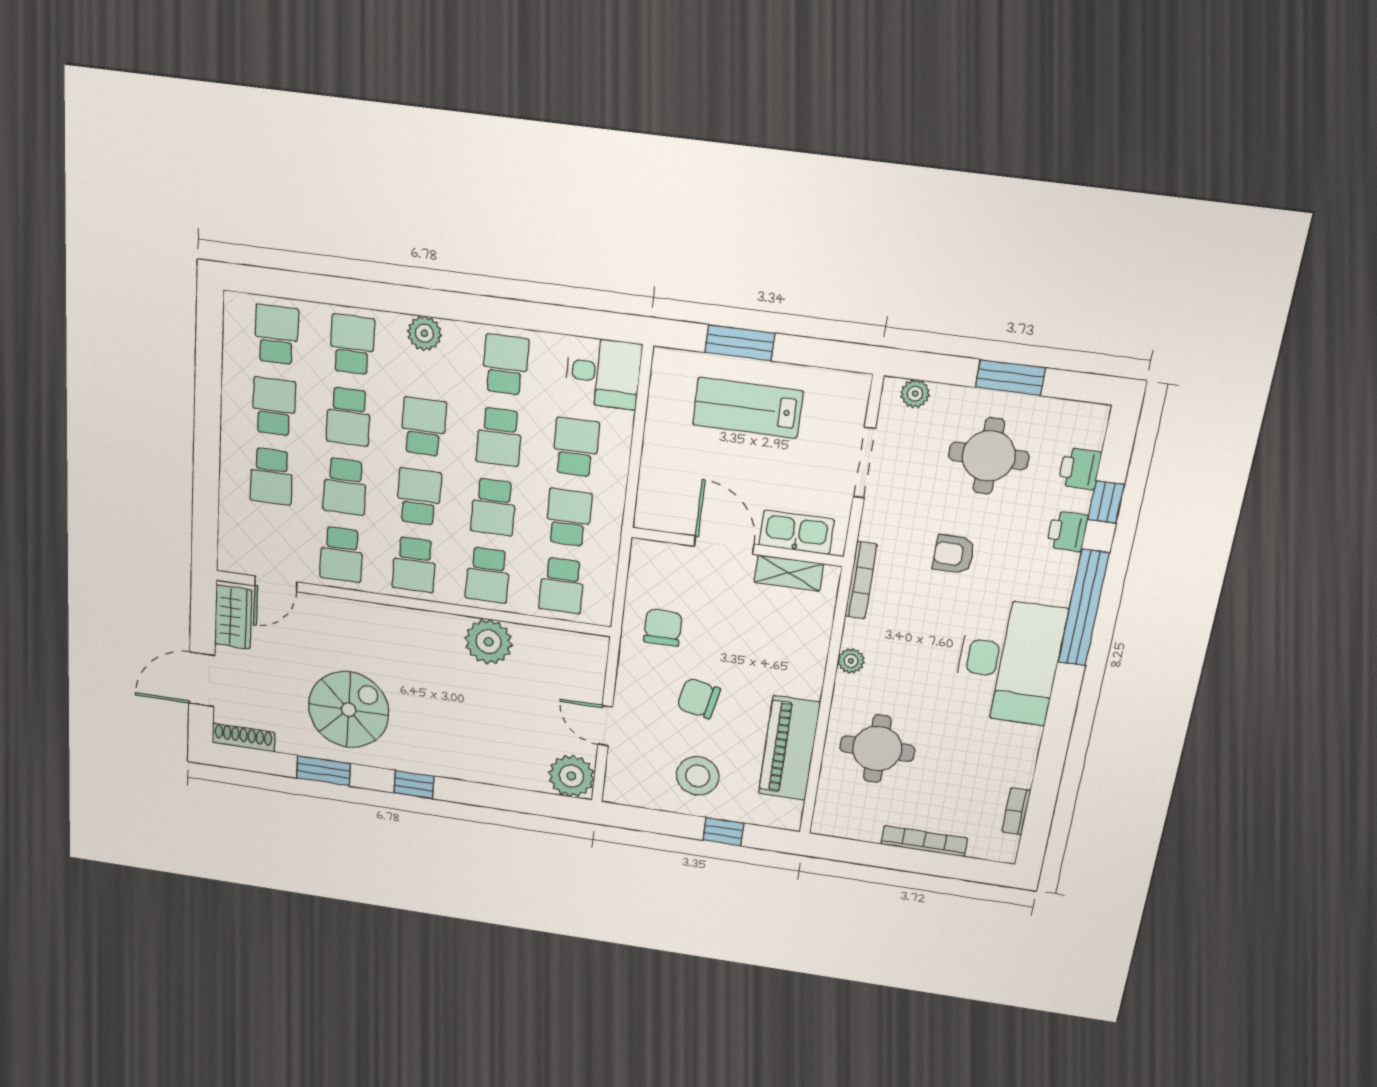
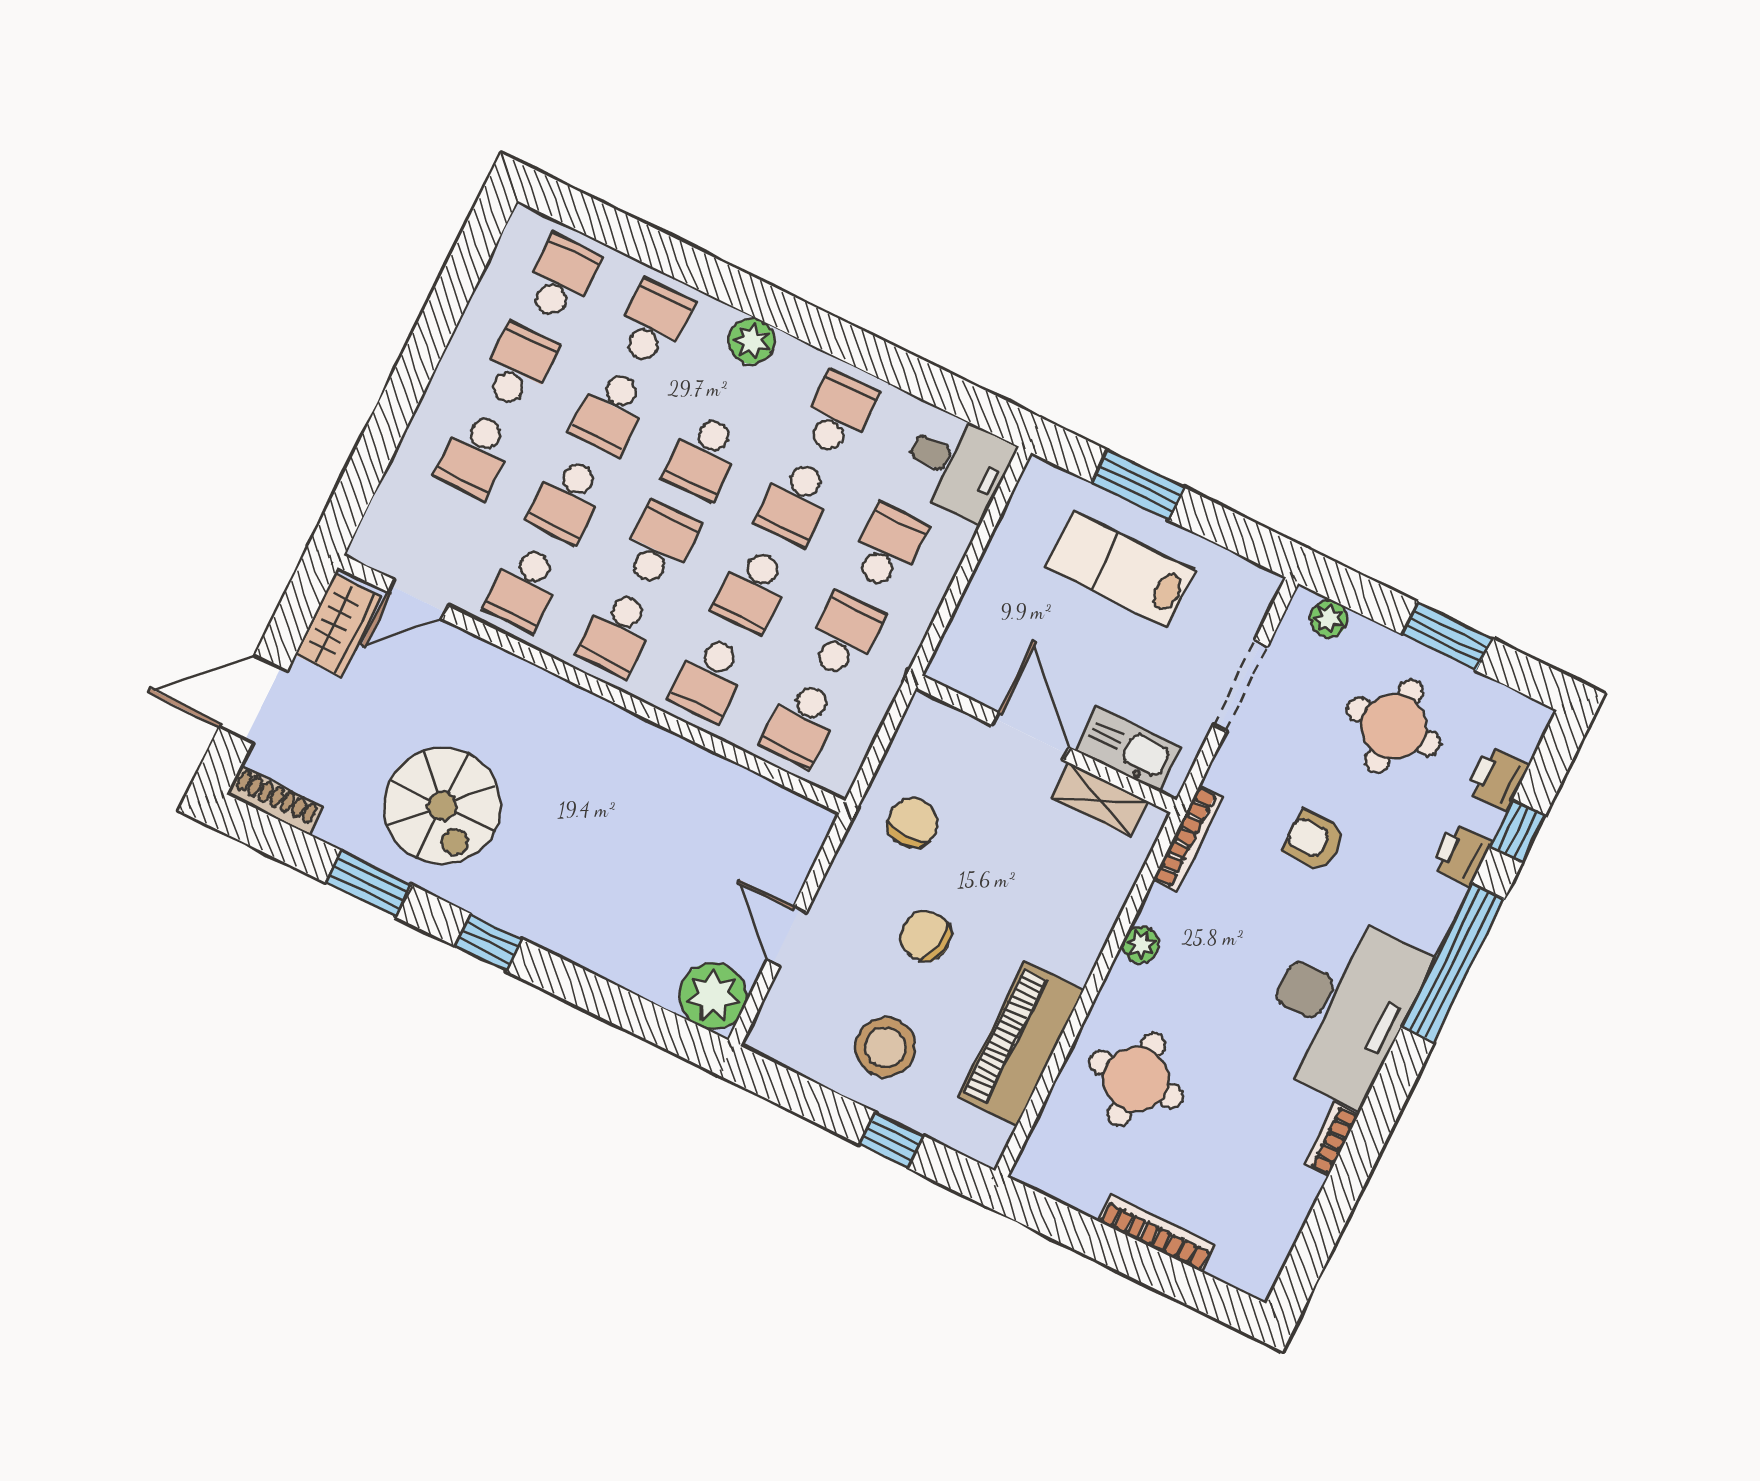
school desk: (424, 427) -> (703, 457), turned 180
plant: (489, 642) -> (674, 770), removed
spiral stairs: (349, 710) -> (442, 806), turned 90
bookcase: (1016, 811) -> (1331, 1140), moved

